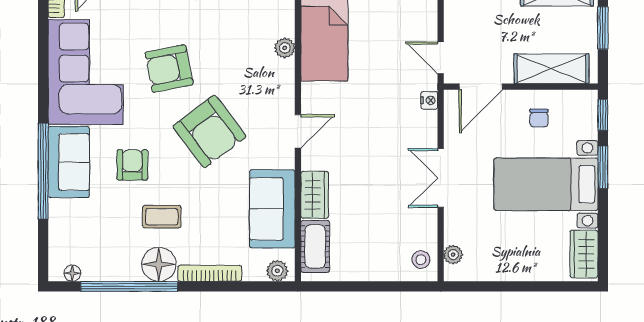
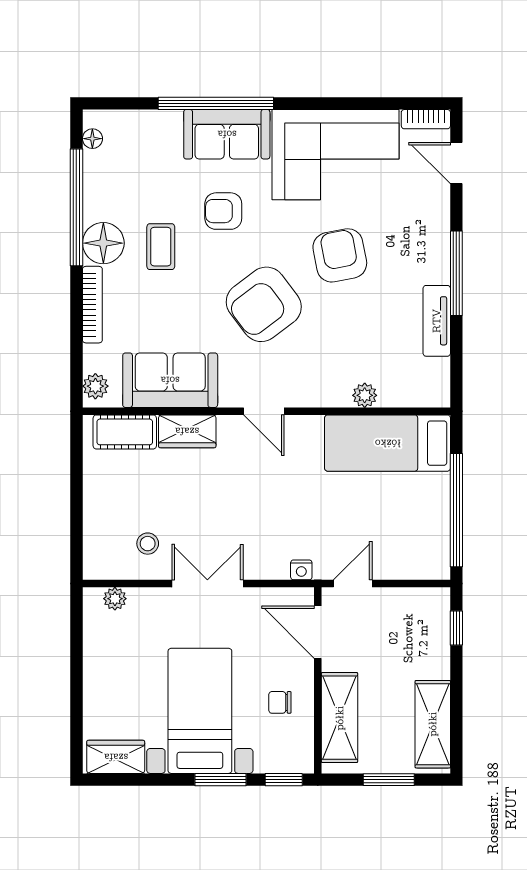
armchair: (132, 165) -> (223, 211), turned 180
stool: (421, 260) -> (148, 544), moved

